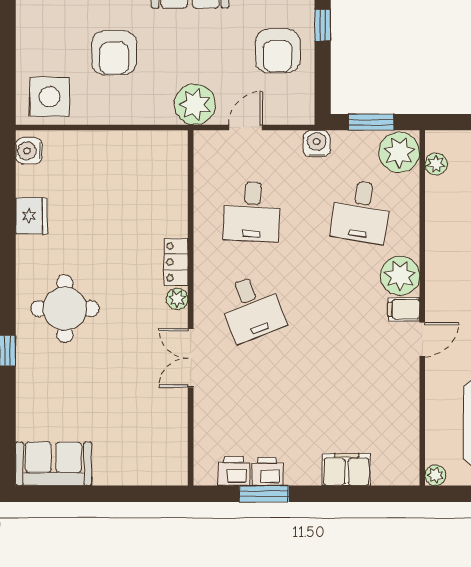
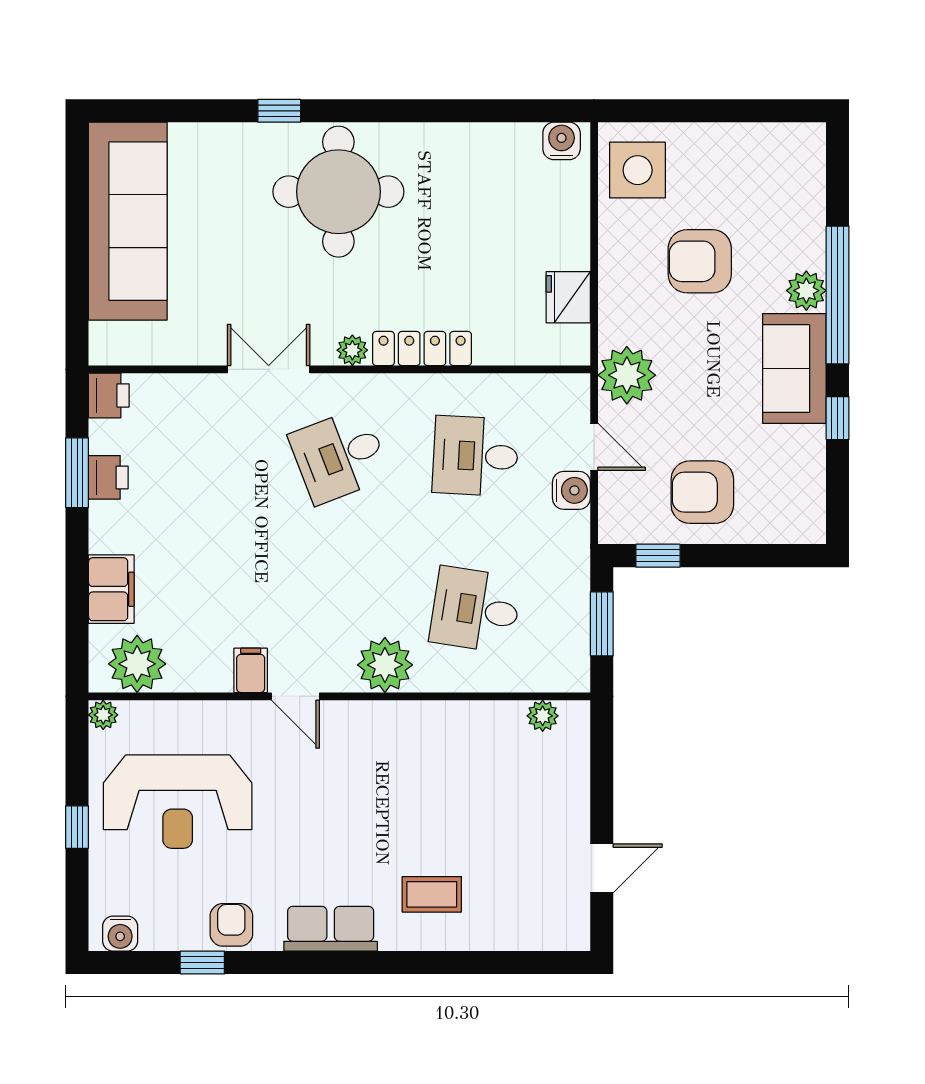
window: (323, 25) -> (658, 556), moved
water cooler: (317, 144) -> (571, 490), moved
plant: (399, 152) -> (137, 664), moved
fridge: (31, 216) -> (568, 297), moved, turned 90
locker: (176, 262) -> (422, 349), width x1.53
round table: (65, 309) -> (338, 192), width x1.36, depth x1.36
filing cabinet: (404, 309) -> (251, 670), moved
sofa: (54, 464) -> (128, 221), width x1.85, depth x1.27
printer: (234, 471) -> (109, 395), moved

